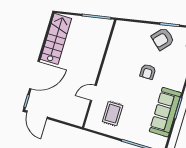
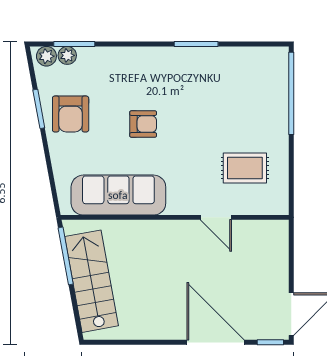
stairs: (56, 39) -> (91, 281), moved, turned 80
armchair: (163, 39) -> (71, 114), turned 48
sofa: (165, 112) -> (118, 195), moved, turned 180

